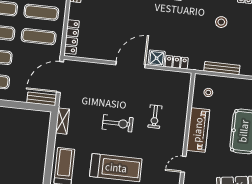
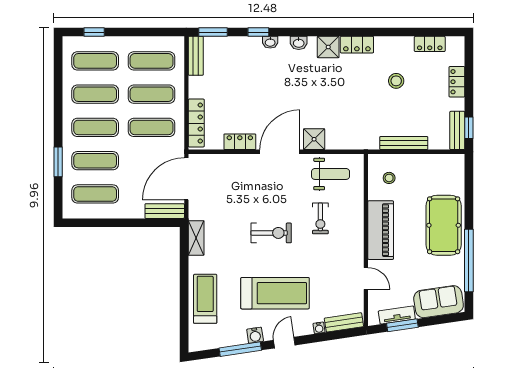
locker: (177, 62) -> (240, 142), moved
weight bench: (166, 85) -> (331, 174), added
door: (183, 164) -> (366, 279), swing flipped

